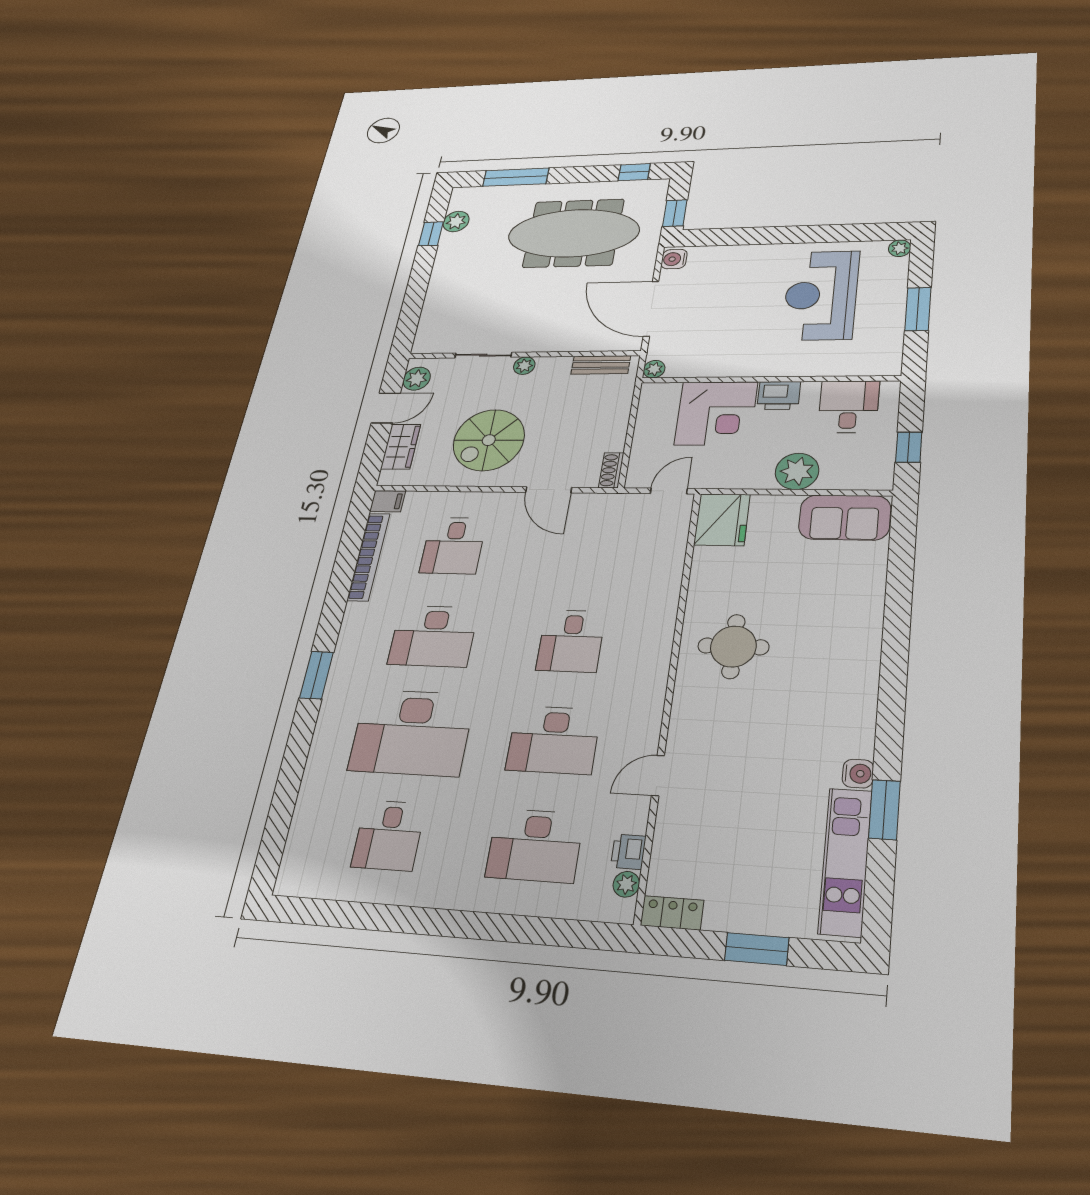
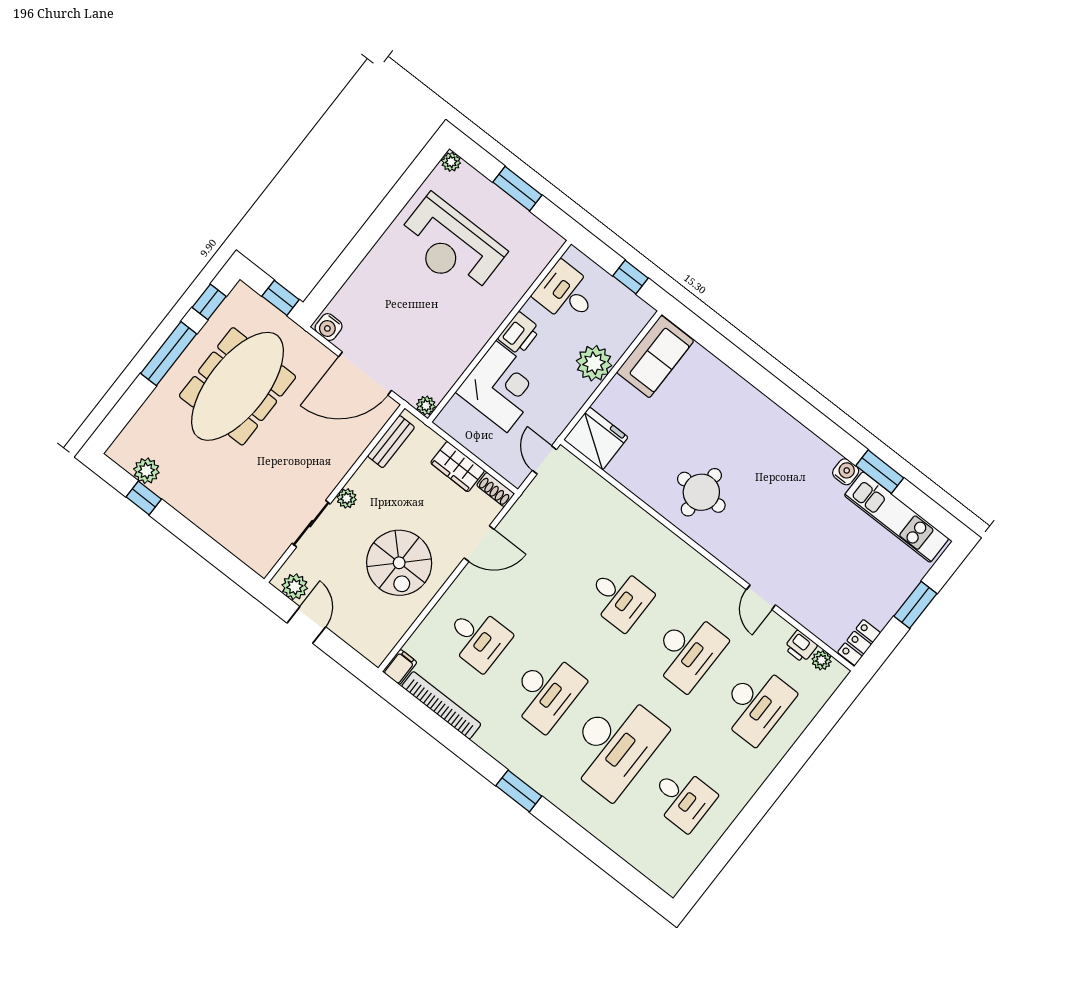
window: (516, 177) -> (169, 354), moved
wardrobe: (401, 447) -> (458, 467), moved, turned 180

